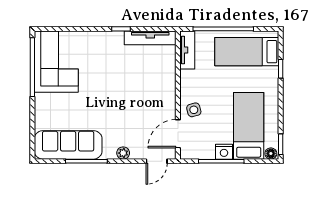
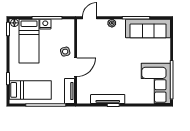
tv unit: (150, 38) -> (108, 99), moved
door: (178, 134) -> (76, 67), moved

